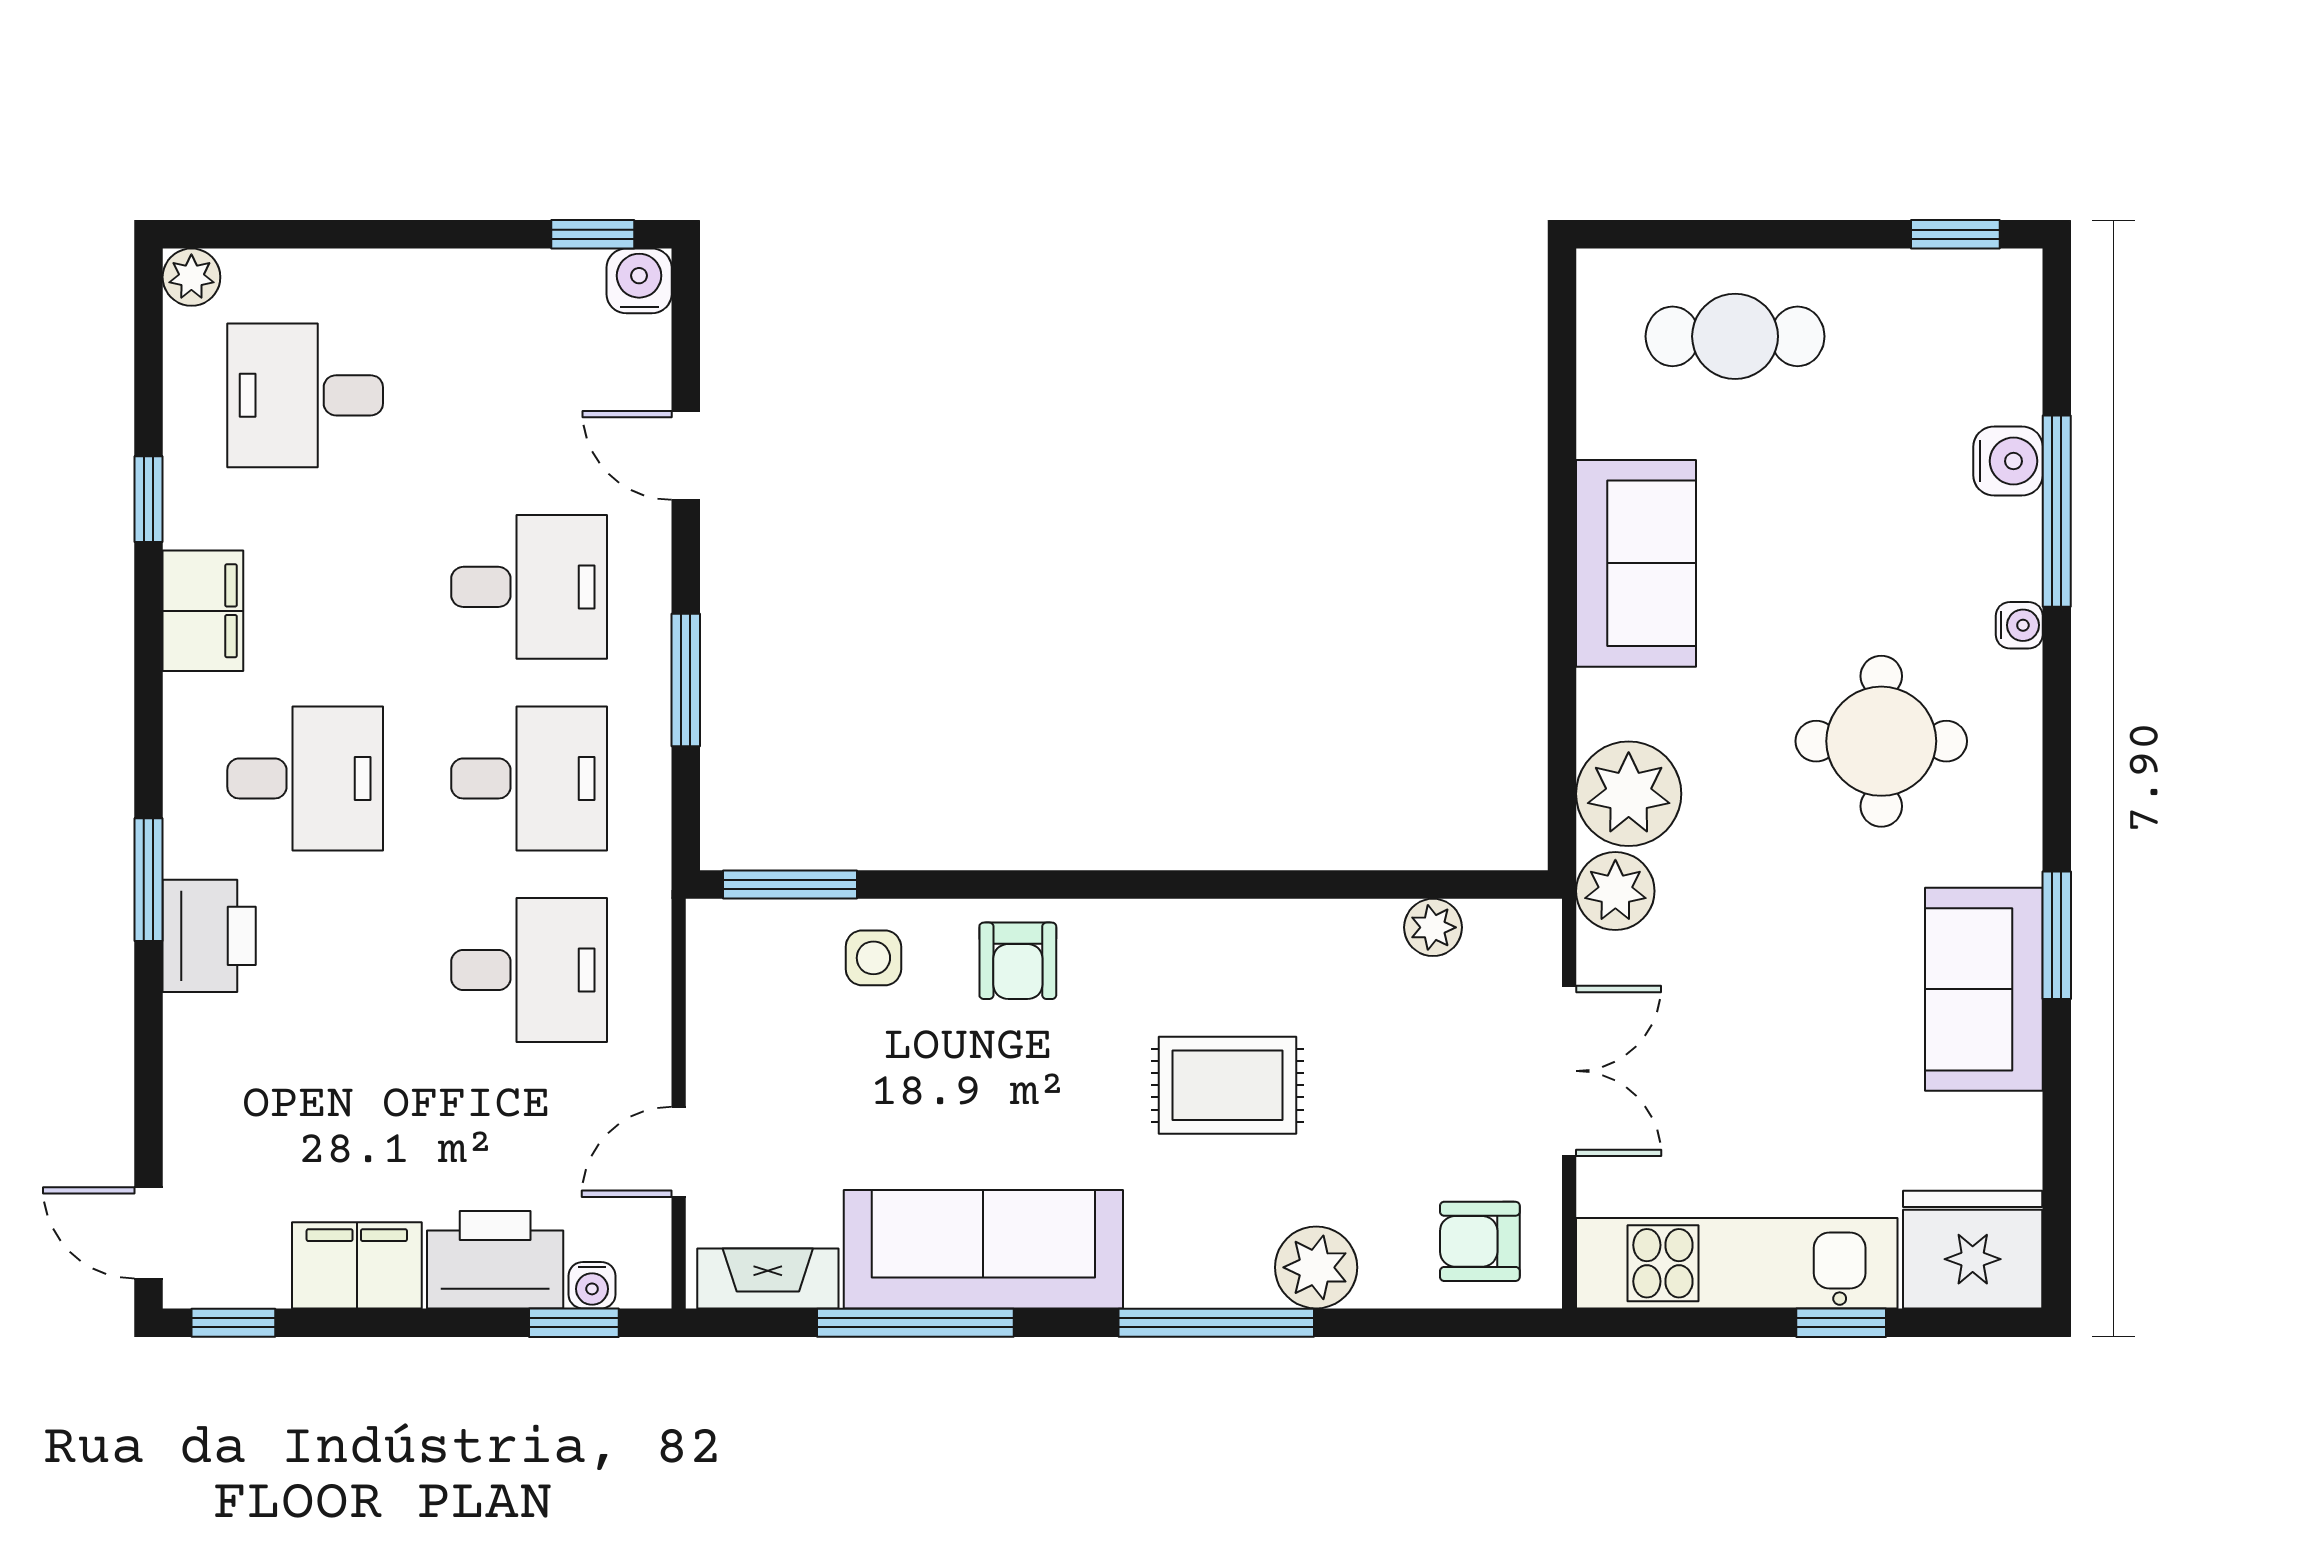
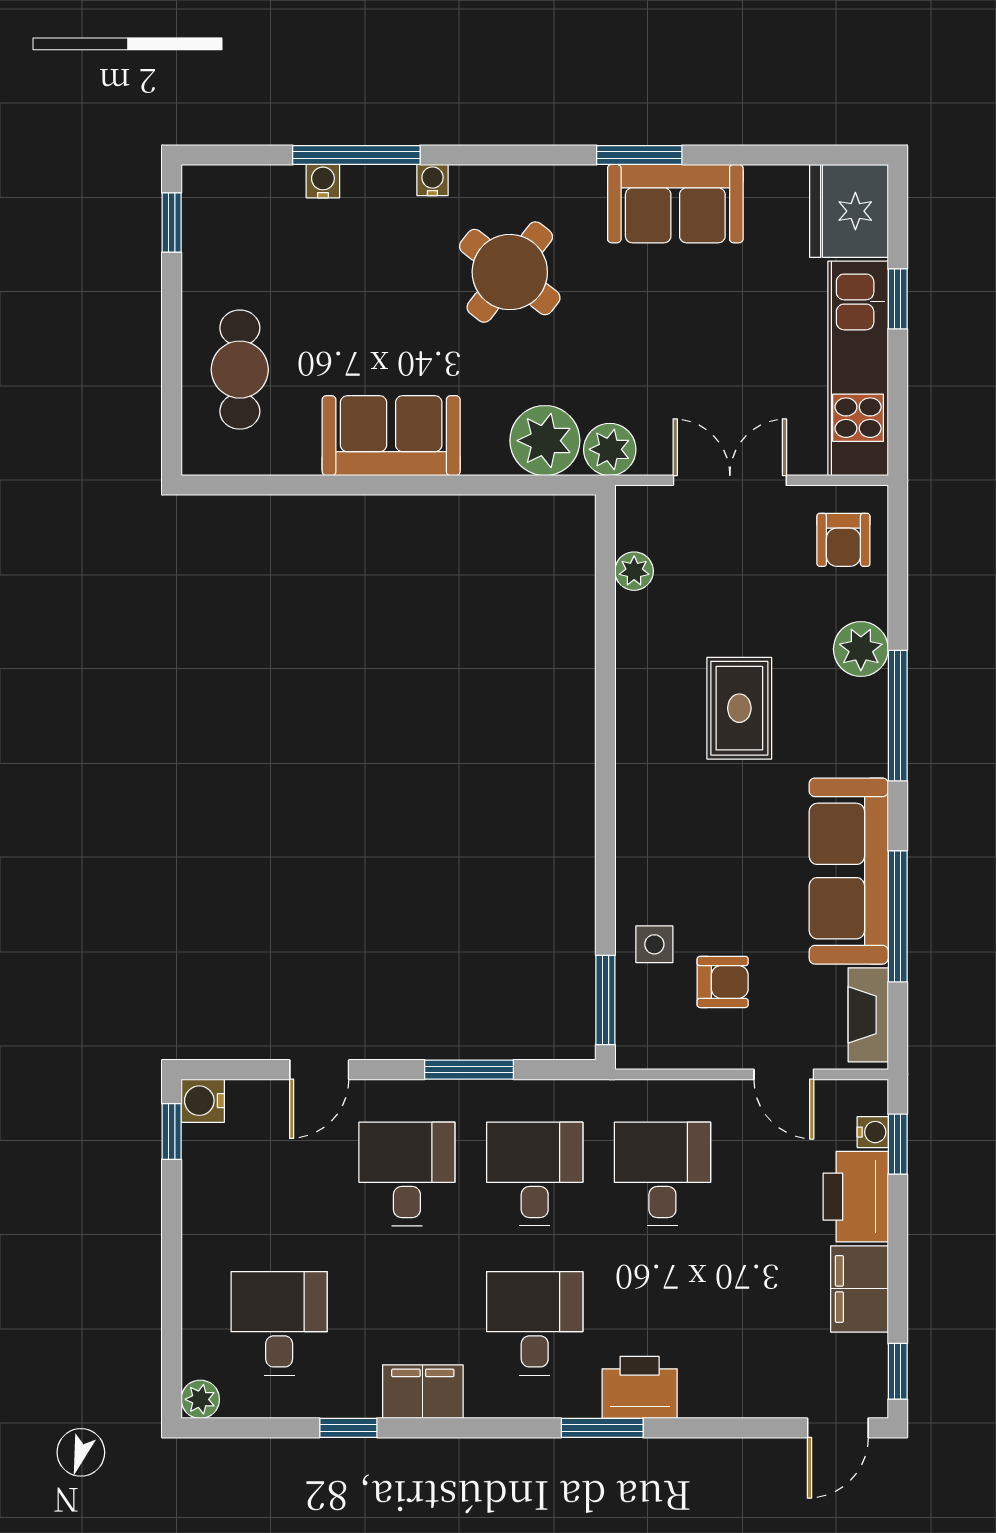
desk: (305, 395) -> (279, 1323), turned 180
water cooler: (2008, 461) -> (323, 181), width x0.72, depth x0.72
round table: (1881, 741) -> (510, 272), turned 38
armchair: (1018, 961) -> (723, 982), moved

